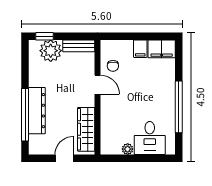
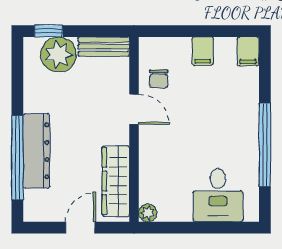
filing cabinet: (162, 49) -> (248, 51), width x0.50
plant: (128, 149) -> (148, 213), moved

